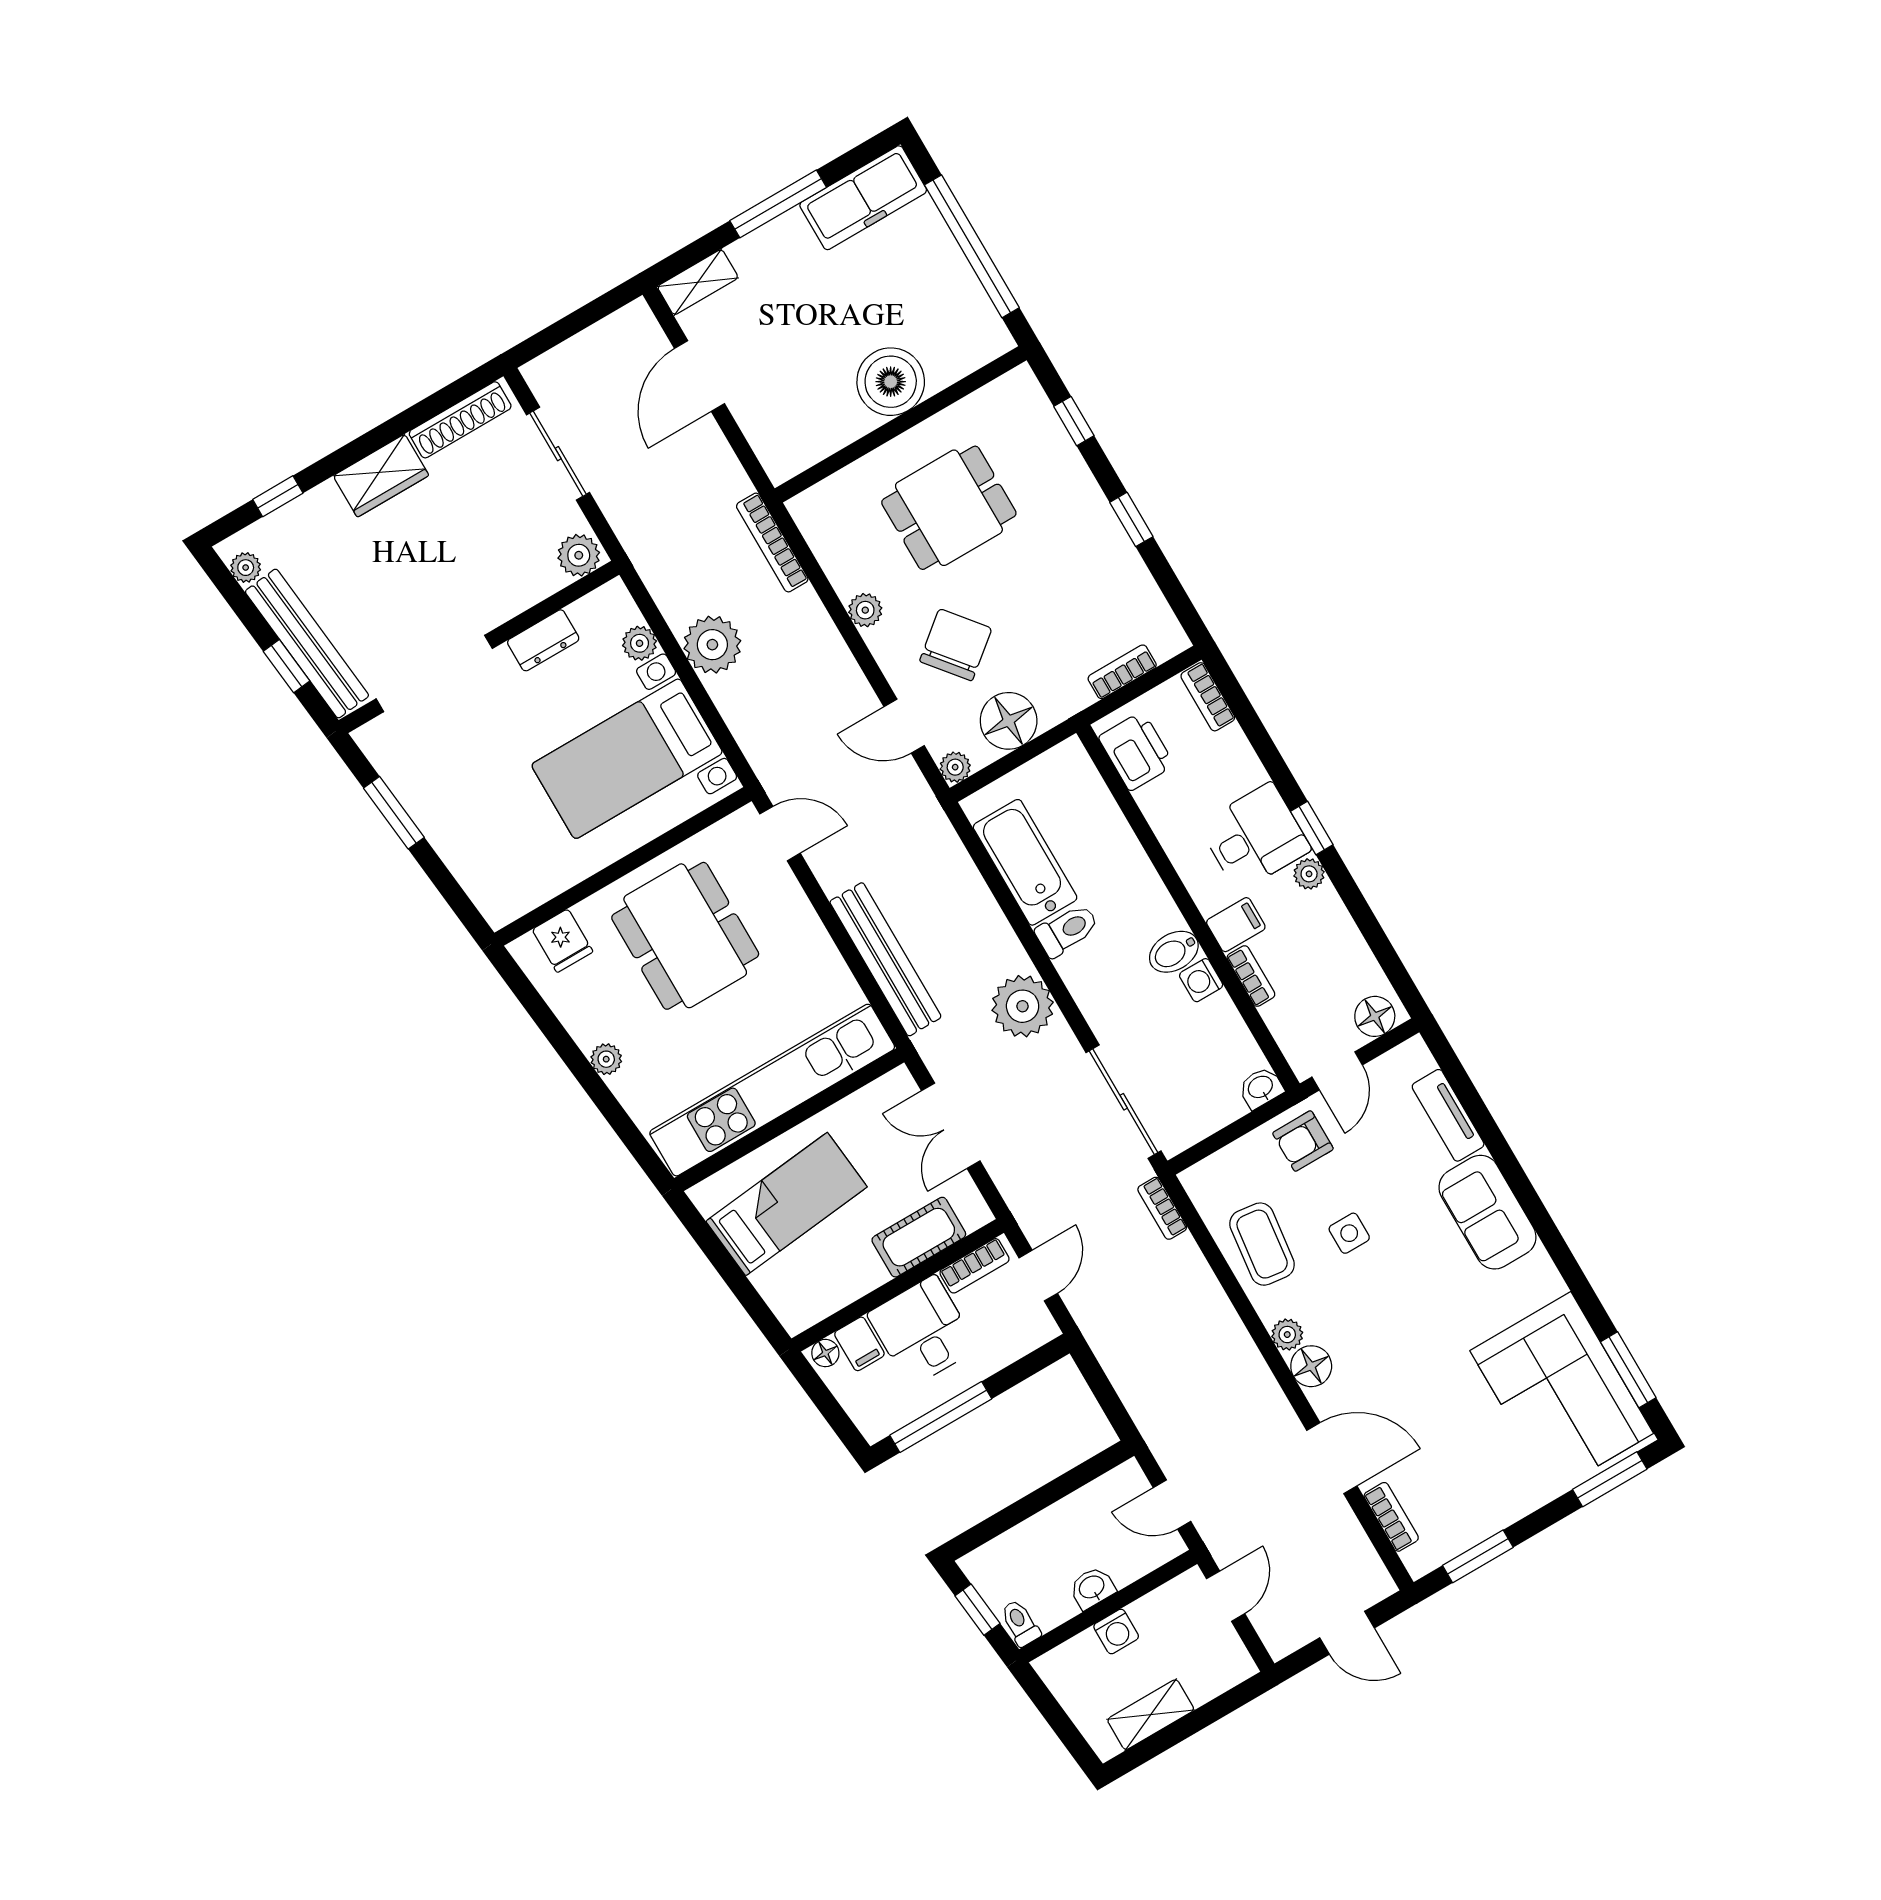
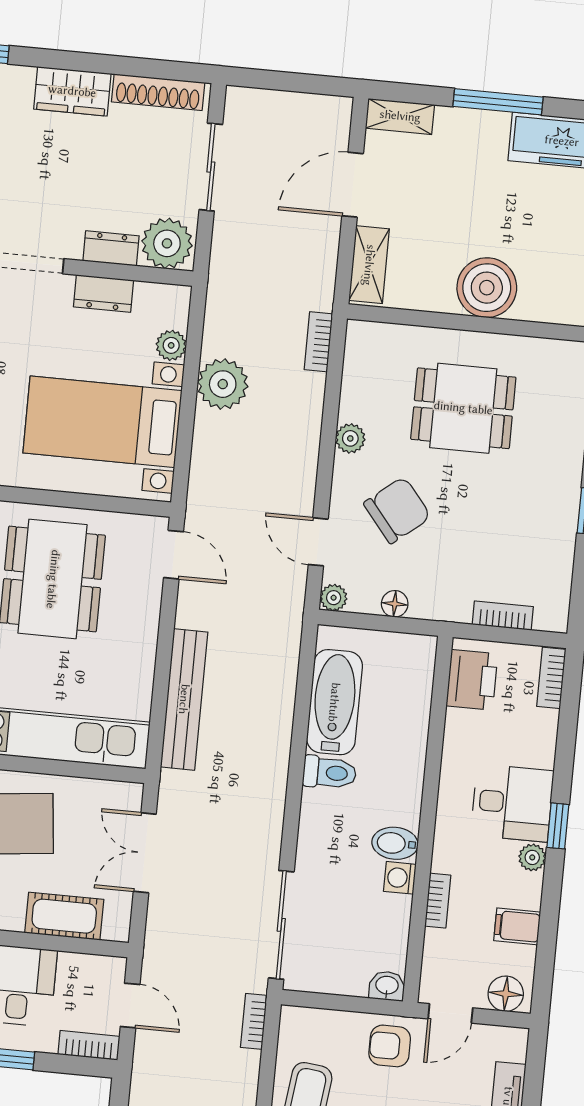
shelving: (768, 438) -> (369, 265), added
bookcase: (772, 543) -> (319, 342), width x0.64
plant: (579, 555) -> (167, 243), width x1.36, depth x1.36
dresser: (520, 594) -> (111, 248), added
floor lamp: (1009, 721) -> (395, 604), width x0.53, depth x0.53
filing cabinet: (1236, 925) -> (517, 926), moved, turned 180
plant: (1023, 1006) -> (258, 804), removed
bookcase: (975, 1266) -> (89, 1045), moved, turned 180
door: (1038, 1276) -> (130, 1006), hinge flipped

